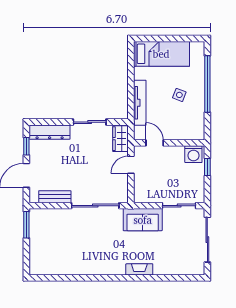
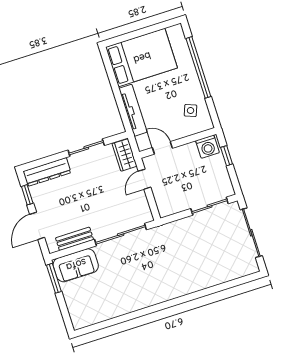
bed: (161, 54) -> (142, 58), width x1.50
side table: (179, 95) -> (191, 110), moved
sofa: (143, 220) -> (76, 265), moved
fireplace: (139, 269) -> (189, 287), removed

